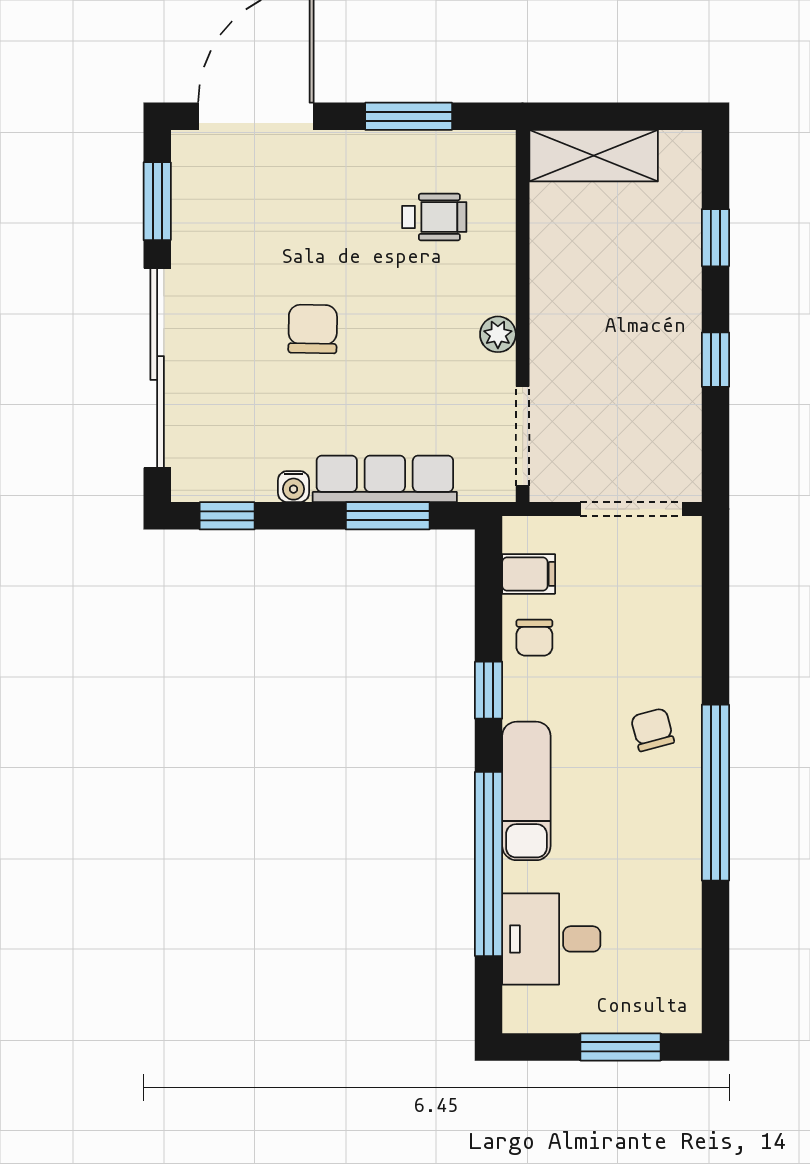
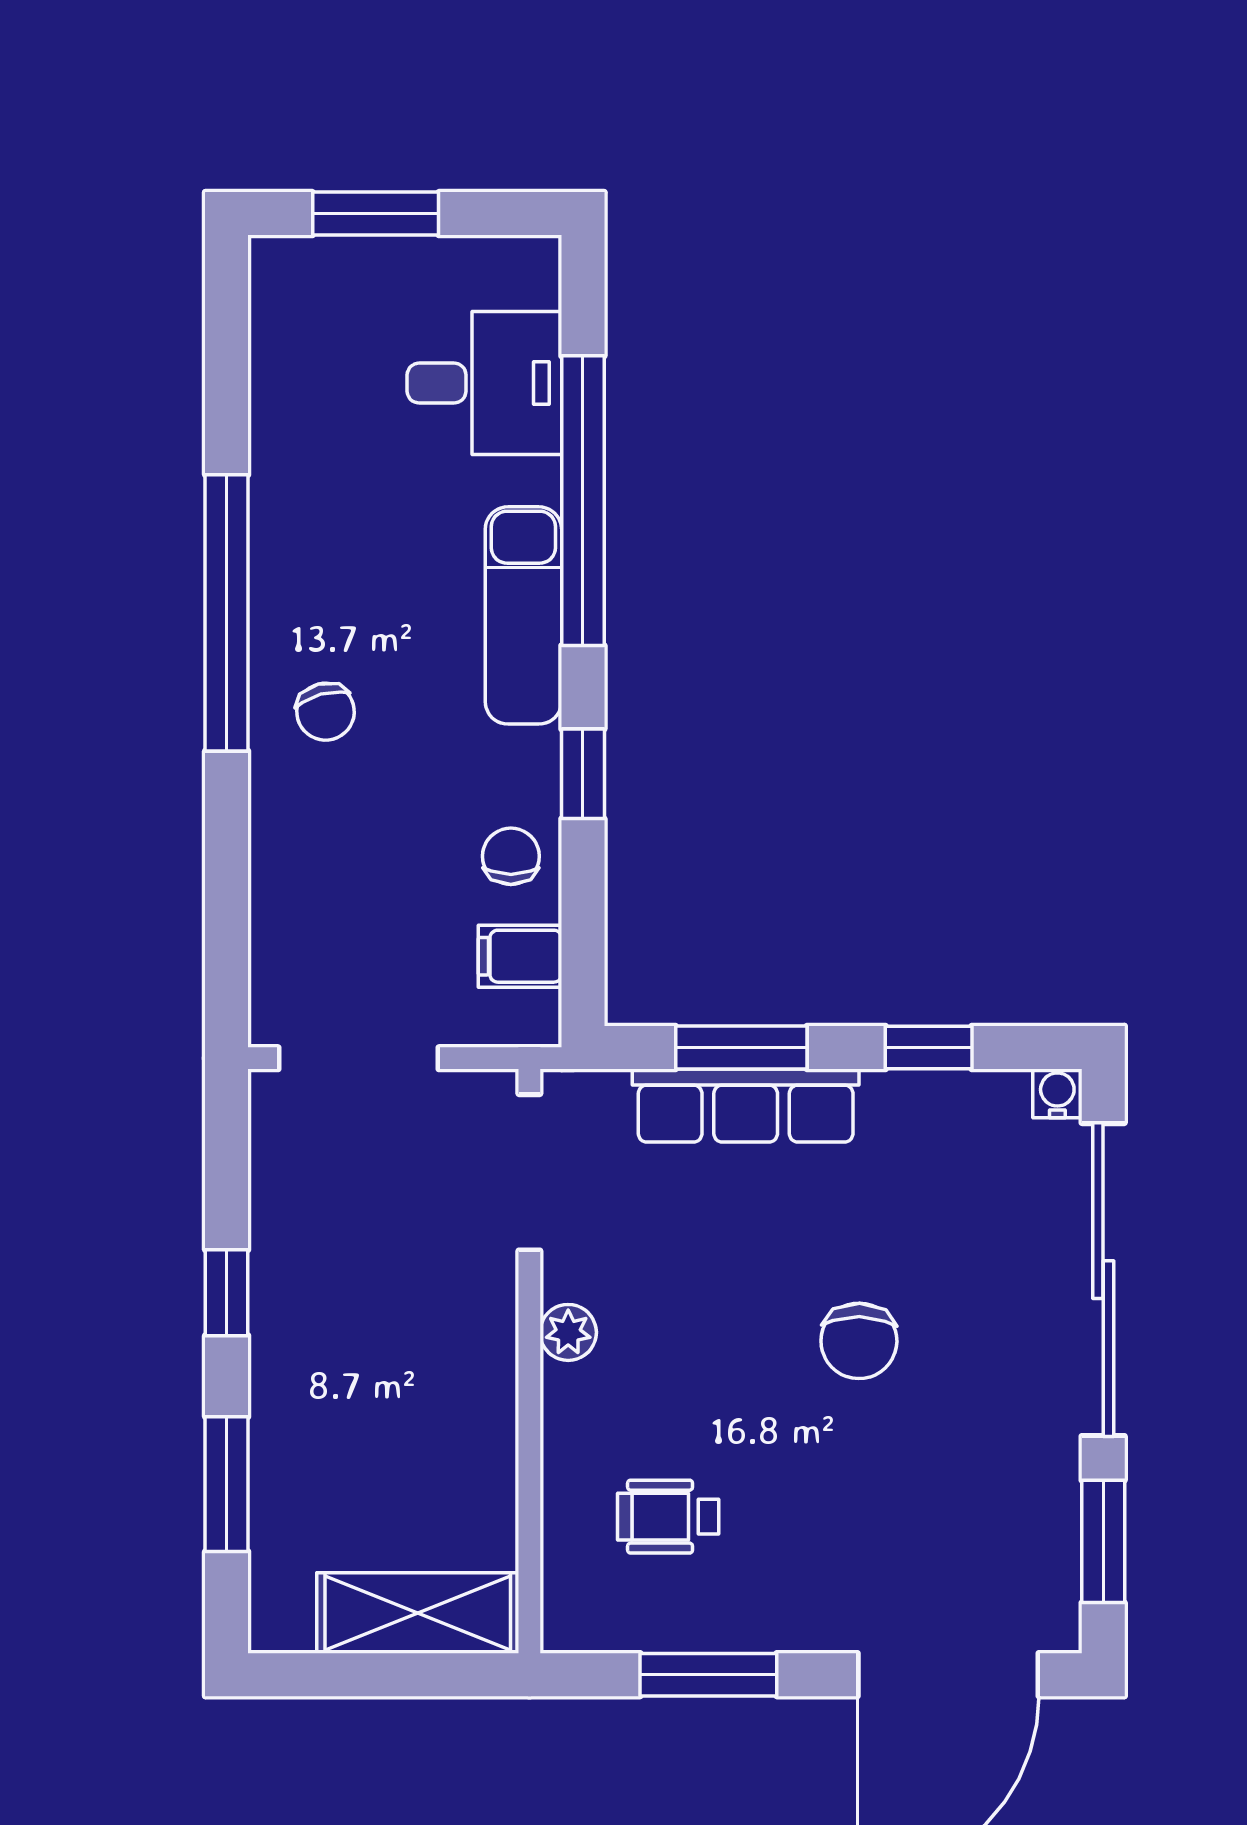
window: (715, 238) -> (227, 1484), width x1.50
water cooler: (294, 487) -> (1057, 1093), moved
window: (227, 516) -> (929, 1047), moved

